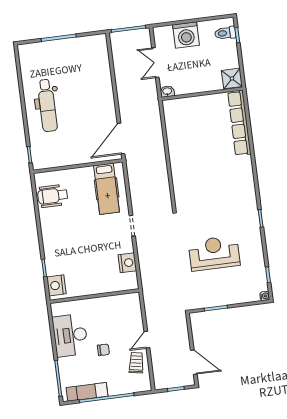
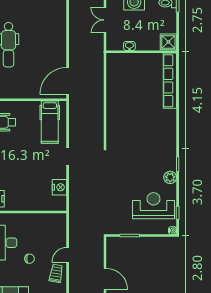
washbasin: (167, 91) -> (129, 46), moved
plant: (254, 235) -> (170, 177), added
reception desk: (214, 253) -> (153, 206), moved

